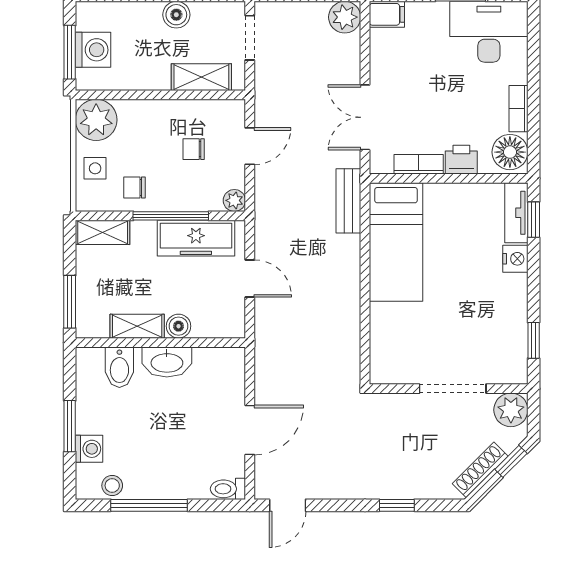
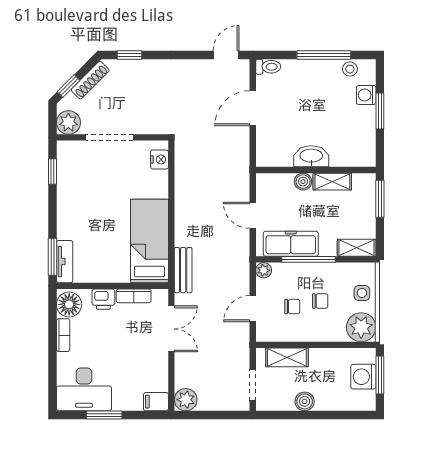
chair: (134, 188) -> (320, 301), moved
window: (534, 220) -> (52, 257), width x1.50
nightstand: (515, 259) -> (160, 159), moved, turned 180
bidet: (119, 367) -> (345, 153), removed
window: (397, 505) -> (130, 55), moved

